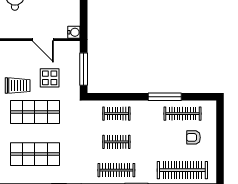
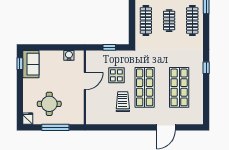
water cooler: (74, 32) -> (69, 55), moved
window: (84, 69) -> (109, 47), width x0.46
clothes rail: (116, 114) -> (146, 21), width x1.36

